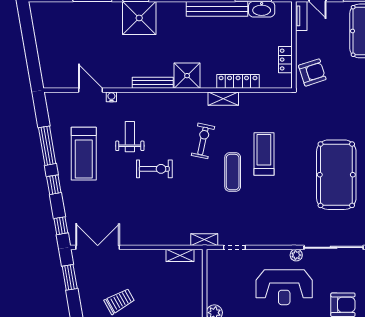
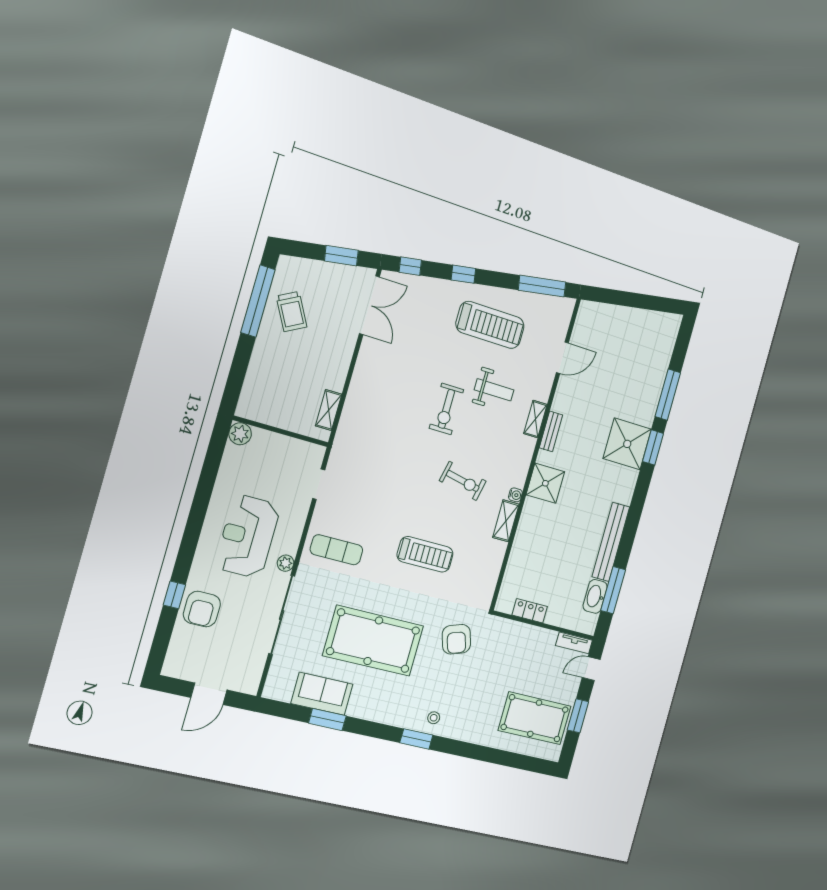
armchair: (312, 72) -> (456, 639), moved
locker: (238, 81) -> (521, 545), removed
bench: (153, 83) -> (551, 431), width x0.73
water cooler: (111, 97) -> (515, 495), moved
window: (47, 146) -> (542, 286), moved
treadmill: (84, 154) -> (490, 325), turned 180
exercise mat: (233, 172) -> (336, 550), moved
shelving: (204, 240) -> (535, 419), moved

